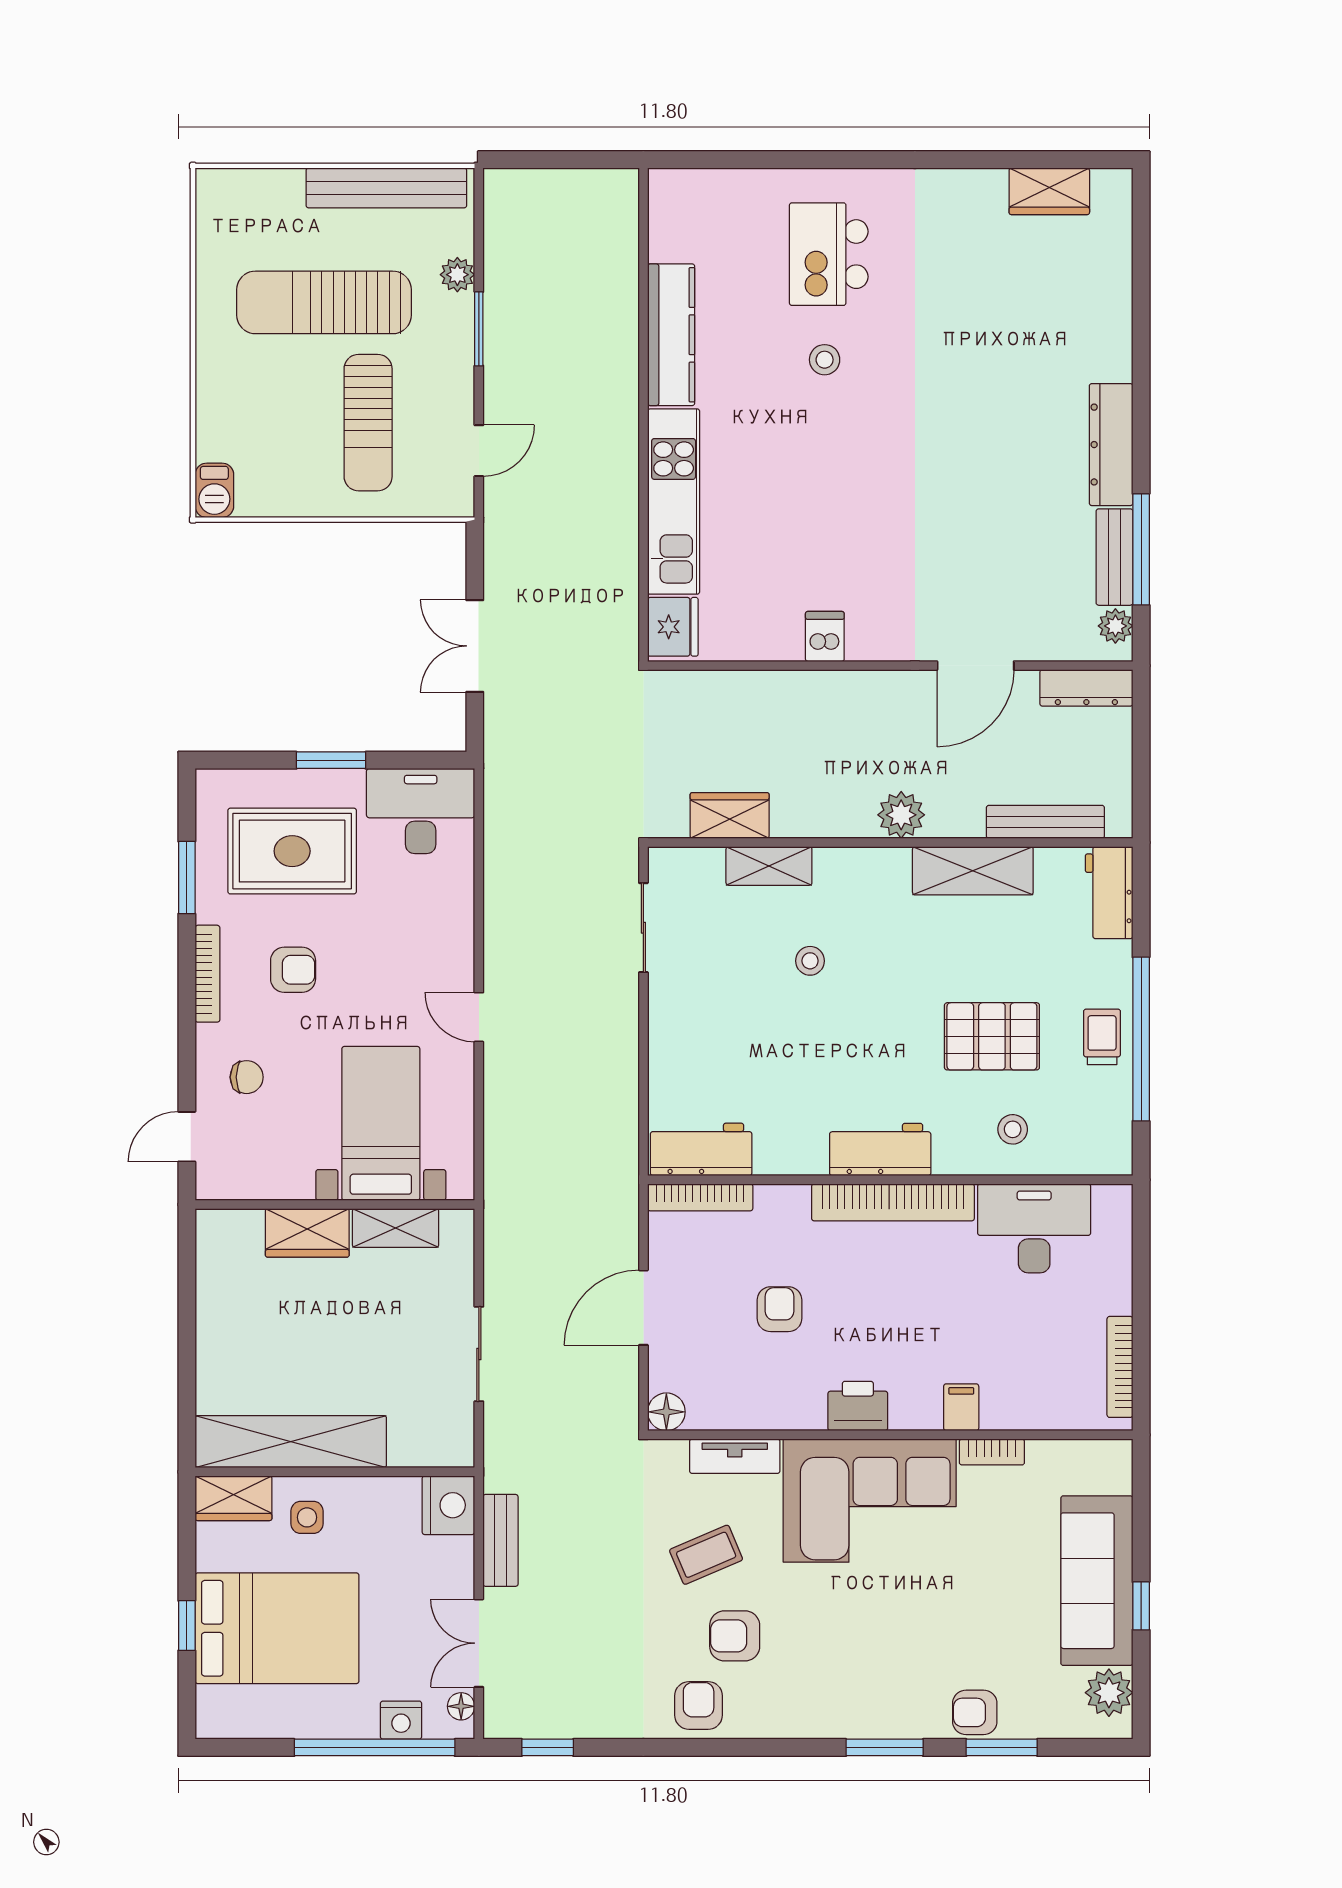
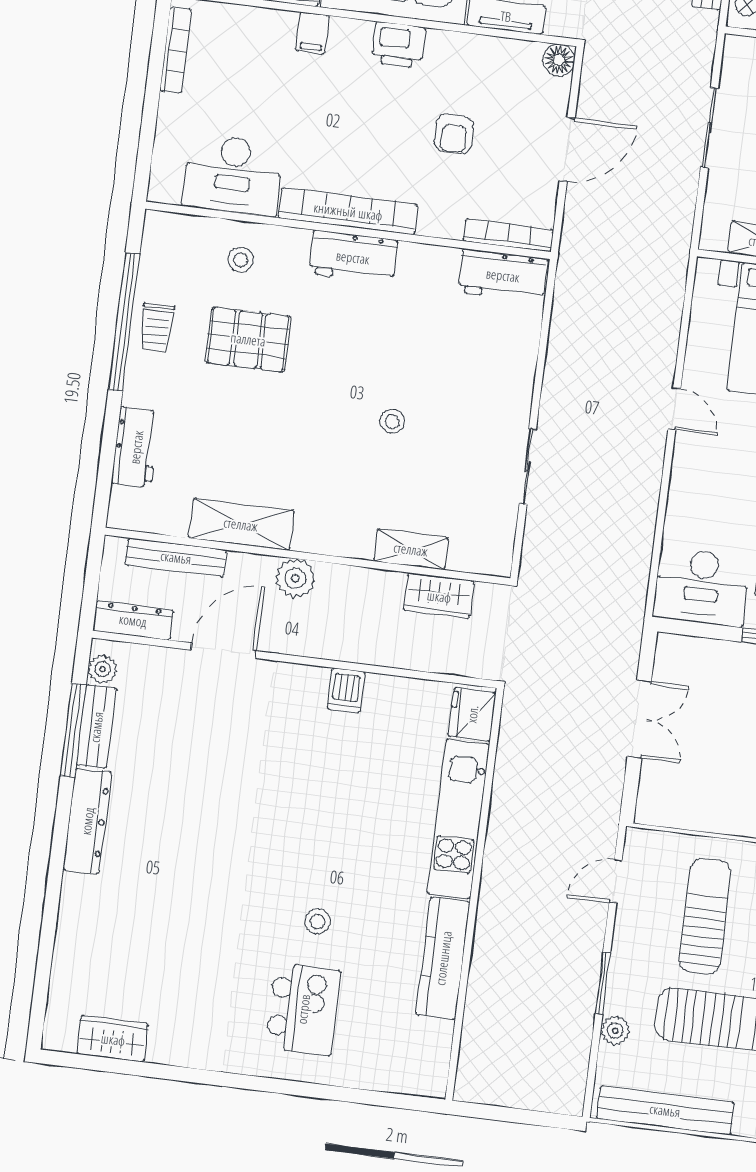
wardrobe: (730, 815) -> (439, 596), moved
plant: (901, 815) -> (295, 578), moved
bench: (1045, 822) -> (176, 557), moved
wall: (890, 842) -> (307, 556), moved
shelving: (769, 866) -> (411, 549), moved
shelving: (973, 871) -> (241, 524), moved

